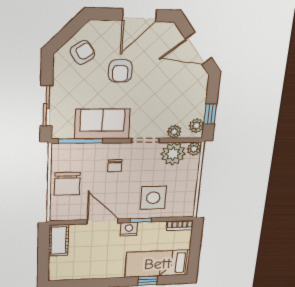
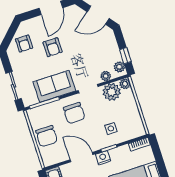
armchair: (83, 52) -> (24, 44), turned 123
chair: (115, 166) -> (74, 113), width x1.87, depth x1.87
side table: (153, 198) -> (111, 128), width x0.54, depth x0.54

